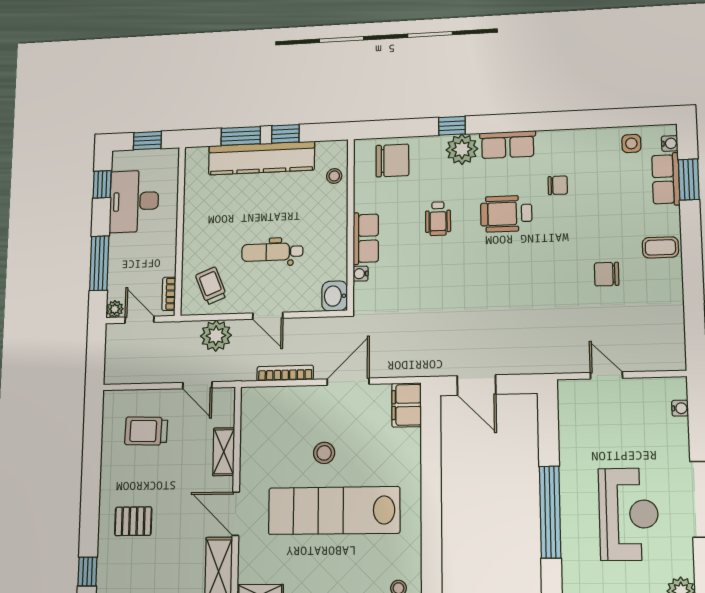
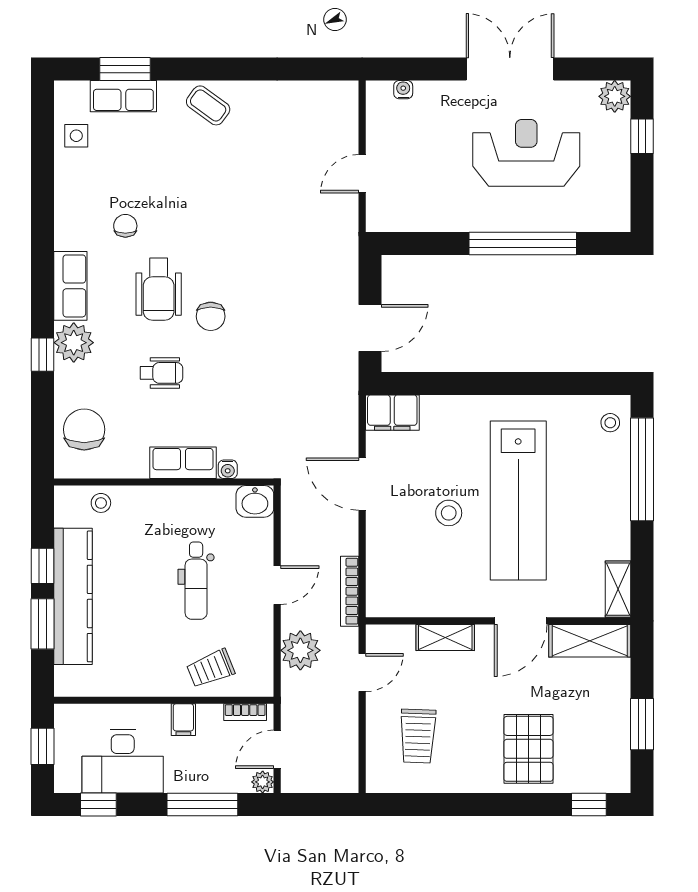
water cooler: (670, 143) -> (78, 90), removed
filing cabinet: (165, 246) -> (183, 720), added
coffee table: (660, 247) -> (208, 105), turned -54
chair: (607, 274) -> (211, 316), moved
trolley: (211, 286) -> (211, 668), moved
bookcase: (285, 373) -> (350, 591), moved
pallet: (133, 521) -> (528, 749), width x1.50, depth x1.42

